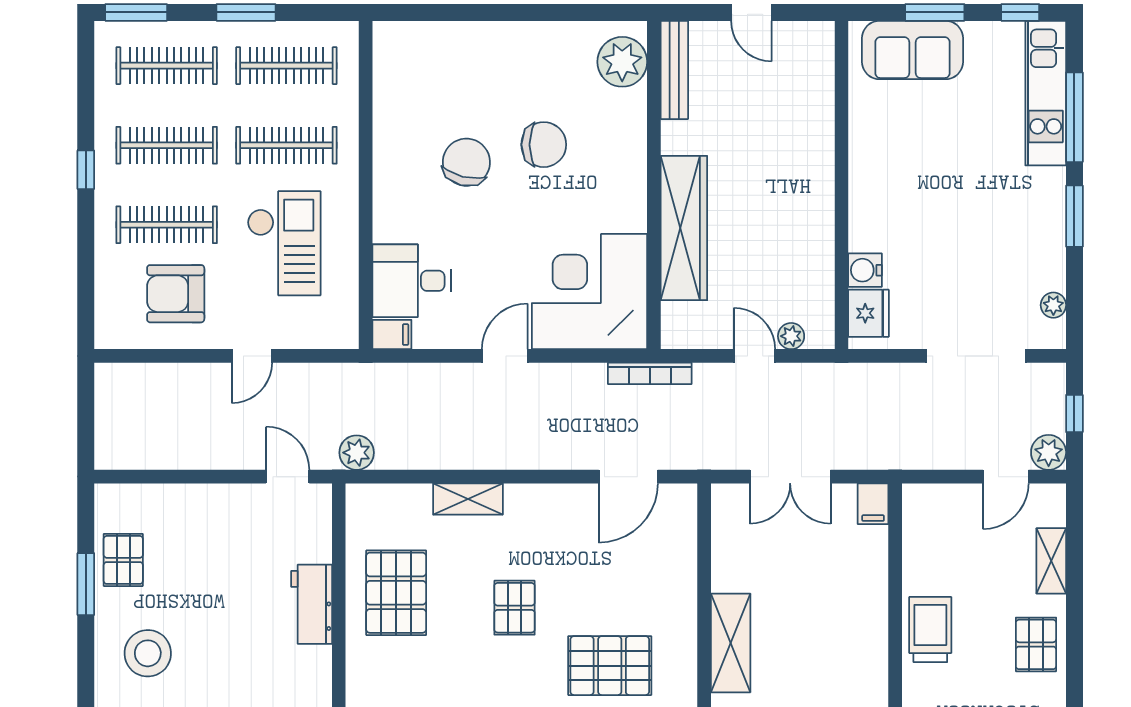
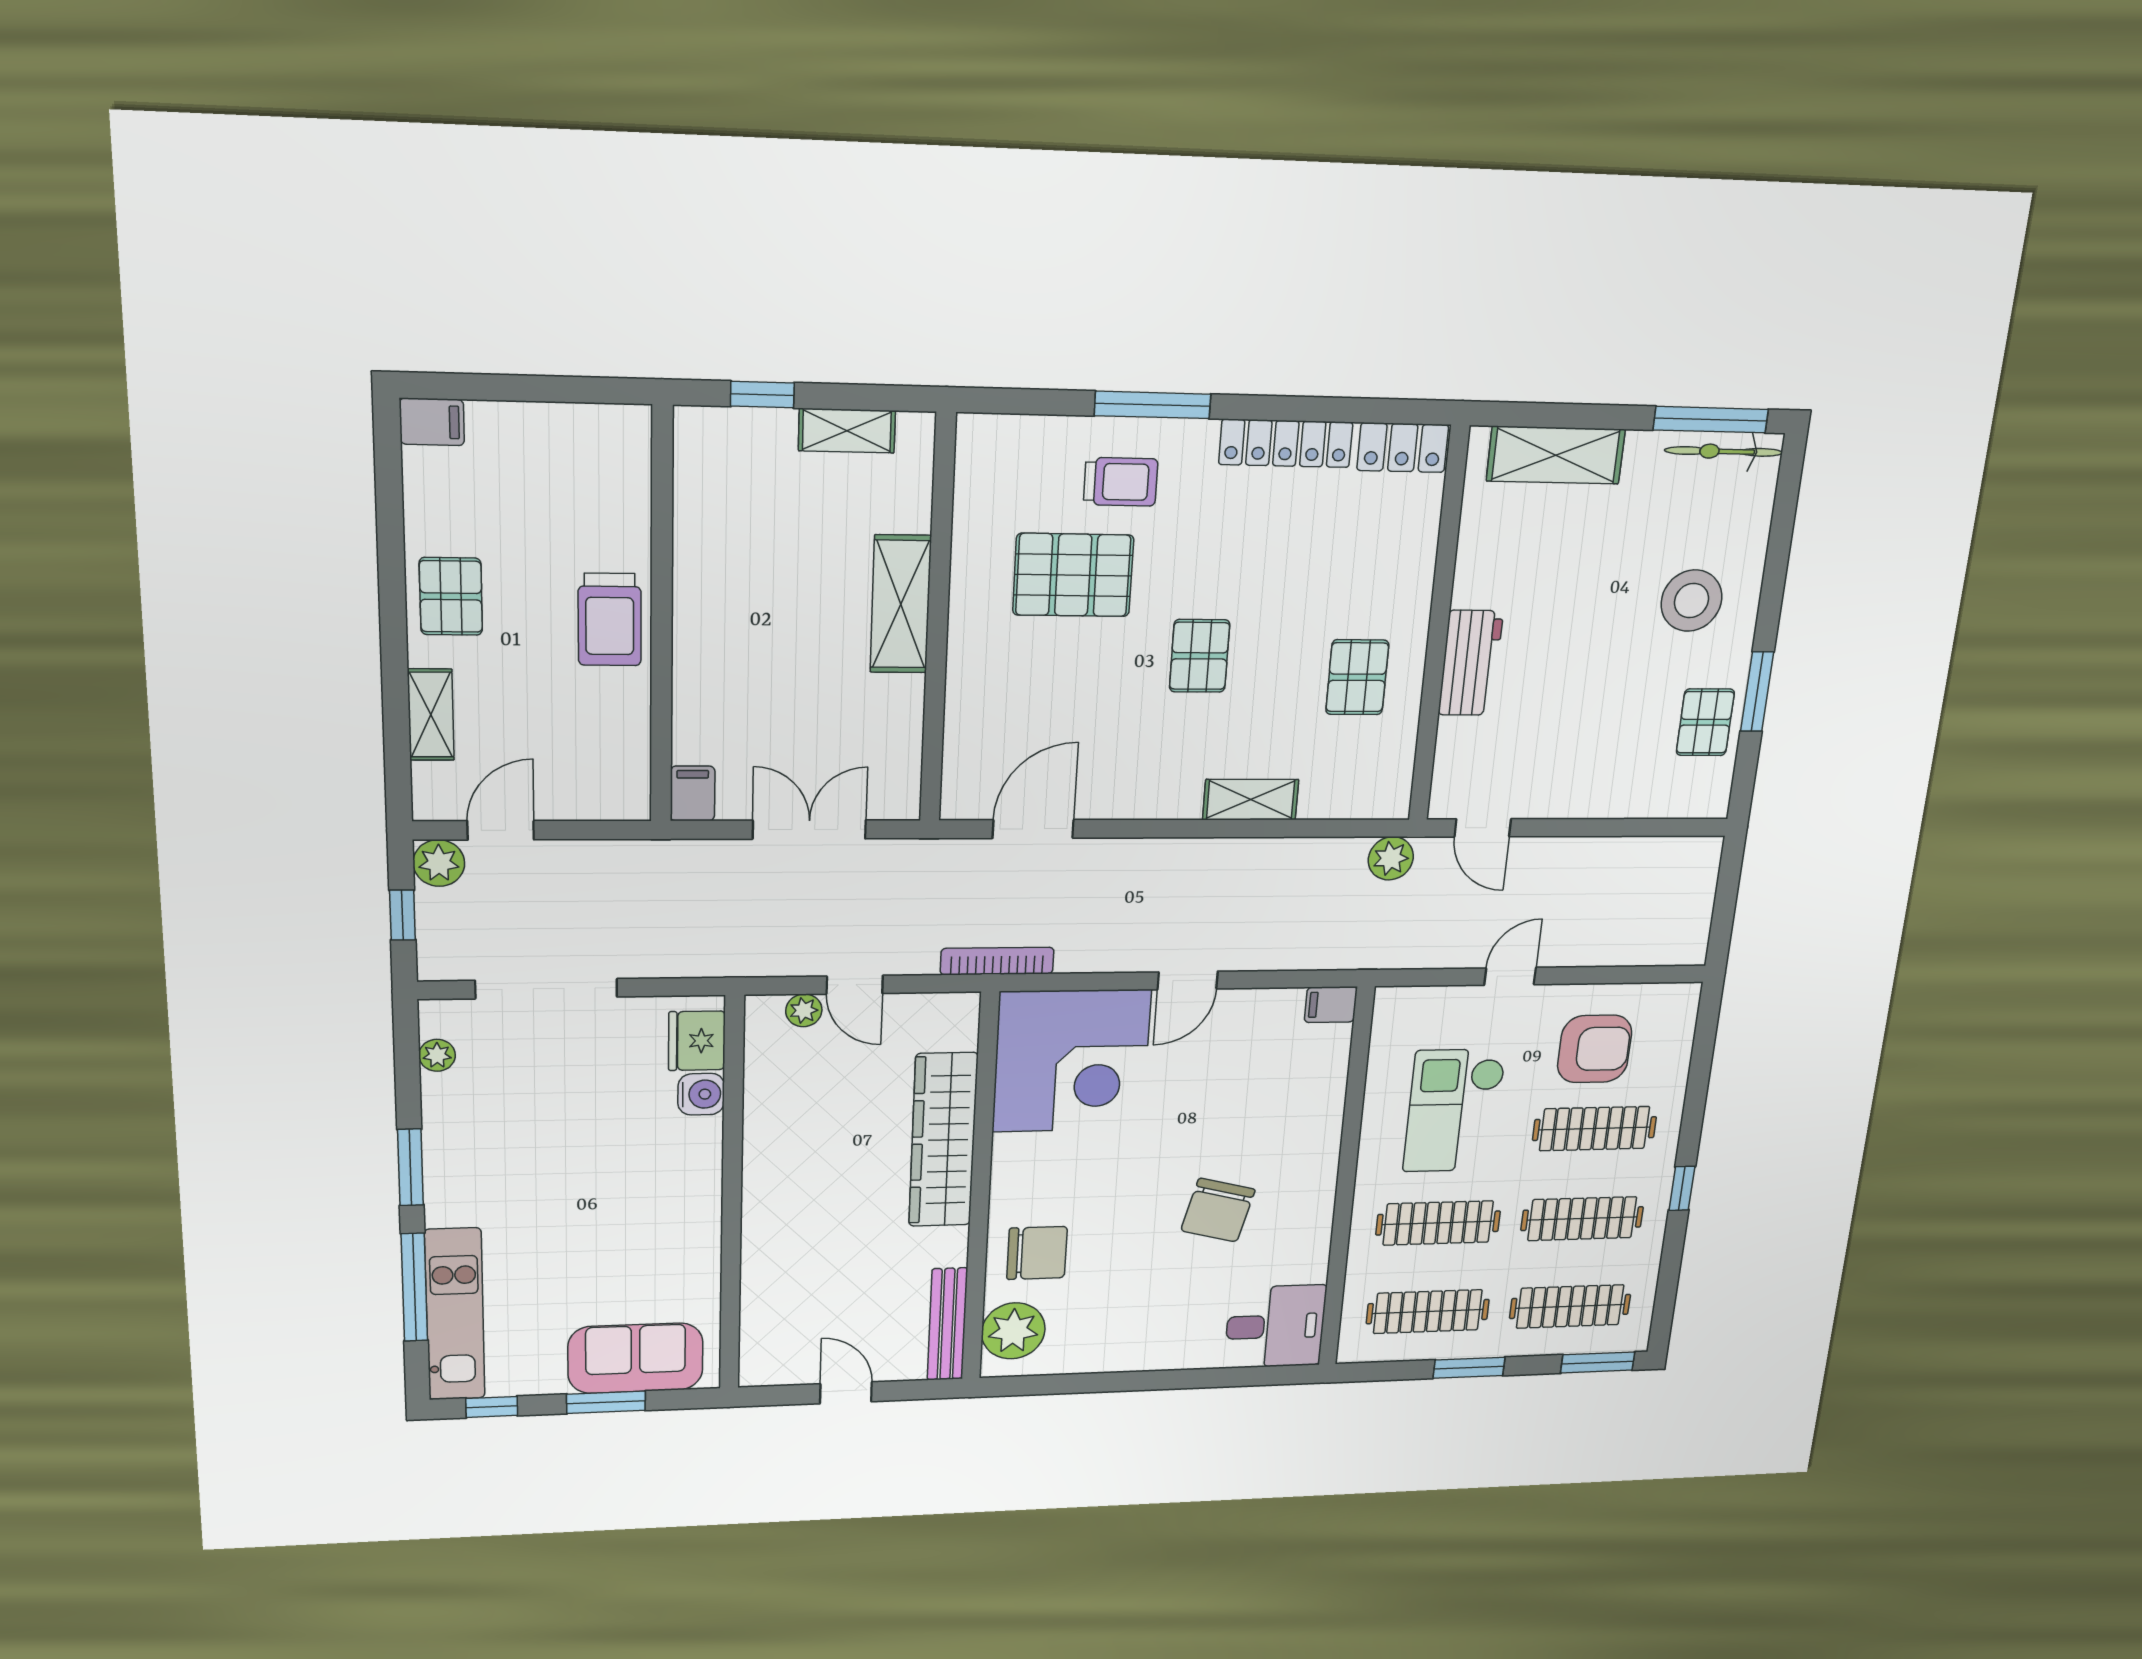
chair: (544, 145) -> (1037, 1253), moved, turned 180
desk: (412, 281) -> (1275, 1326), moved
pallet: (396, 593) -> (1357, 677), width x0.67, depth x0.71

